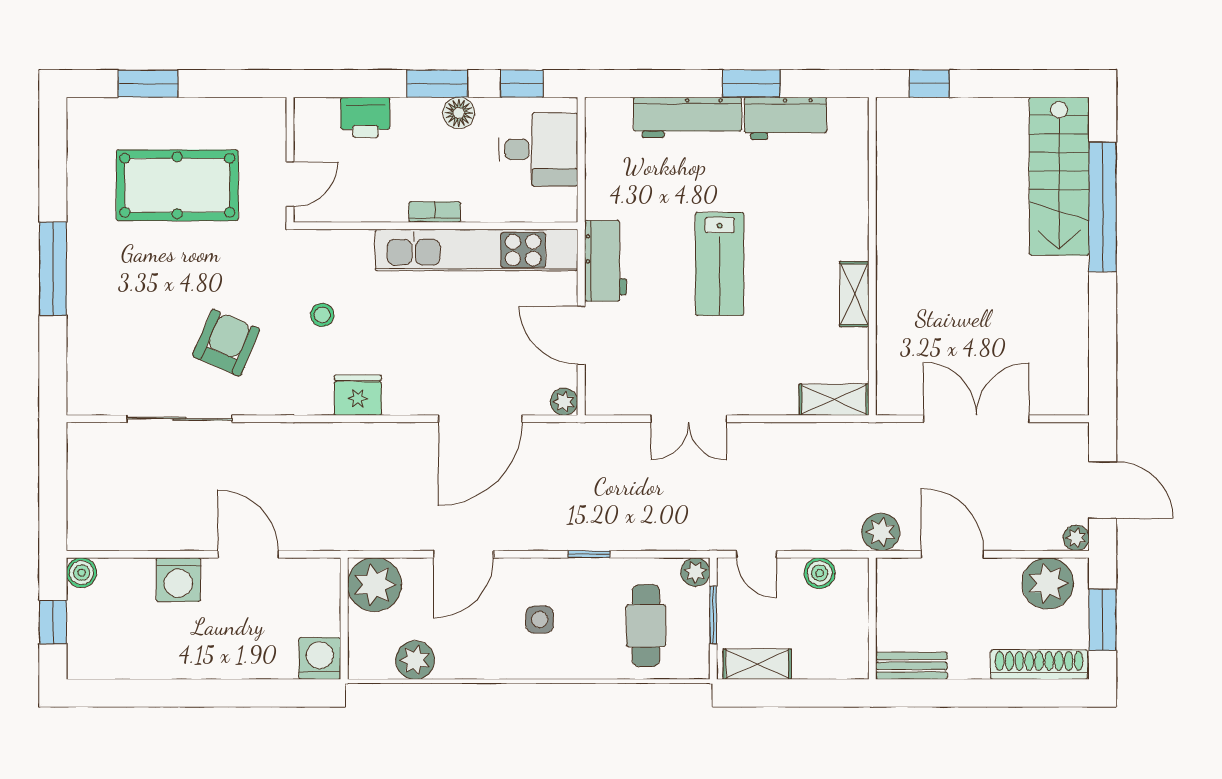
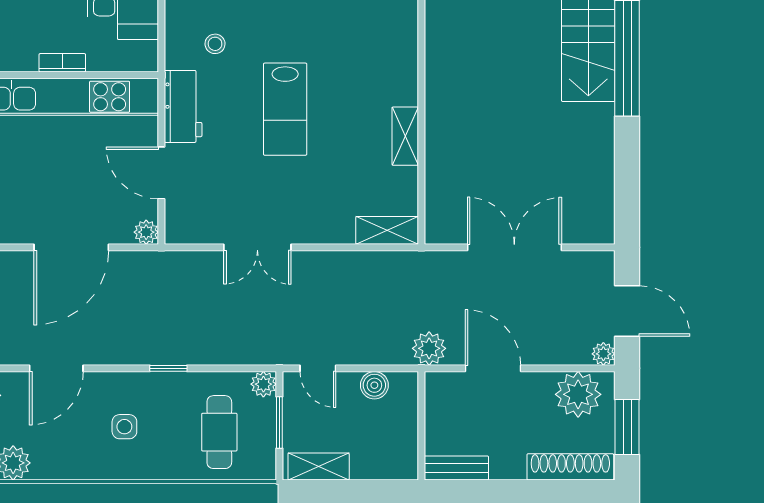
stool: (641, 191) -> (215, 44), added
bookcase: (435, 212) -> (62, 63), moved

